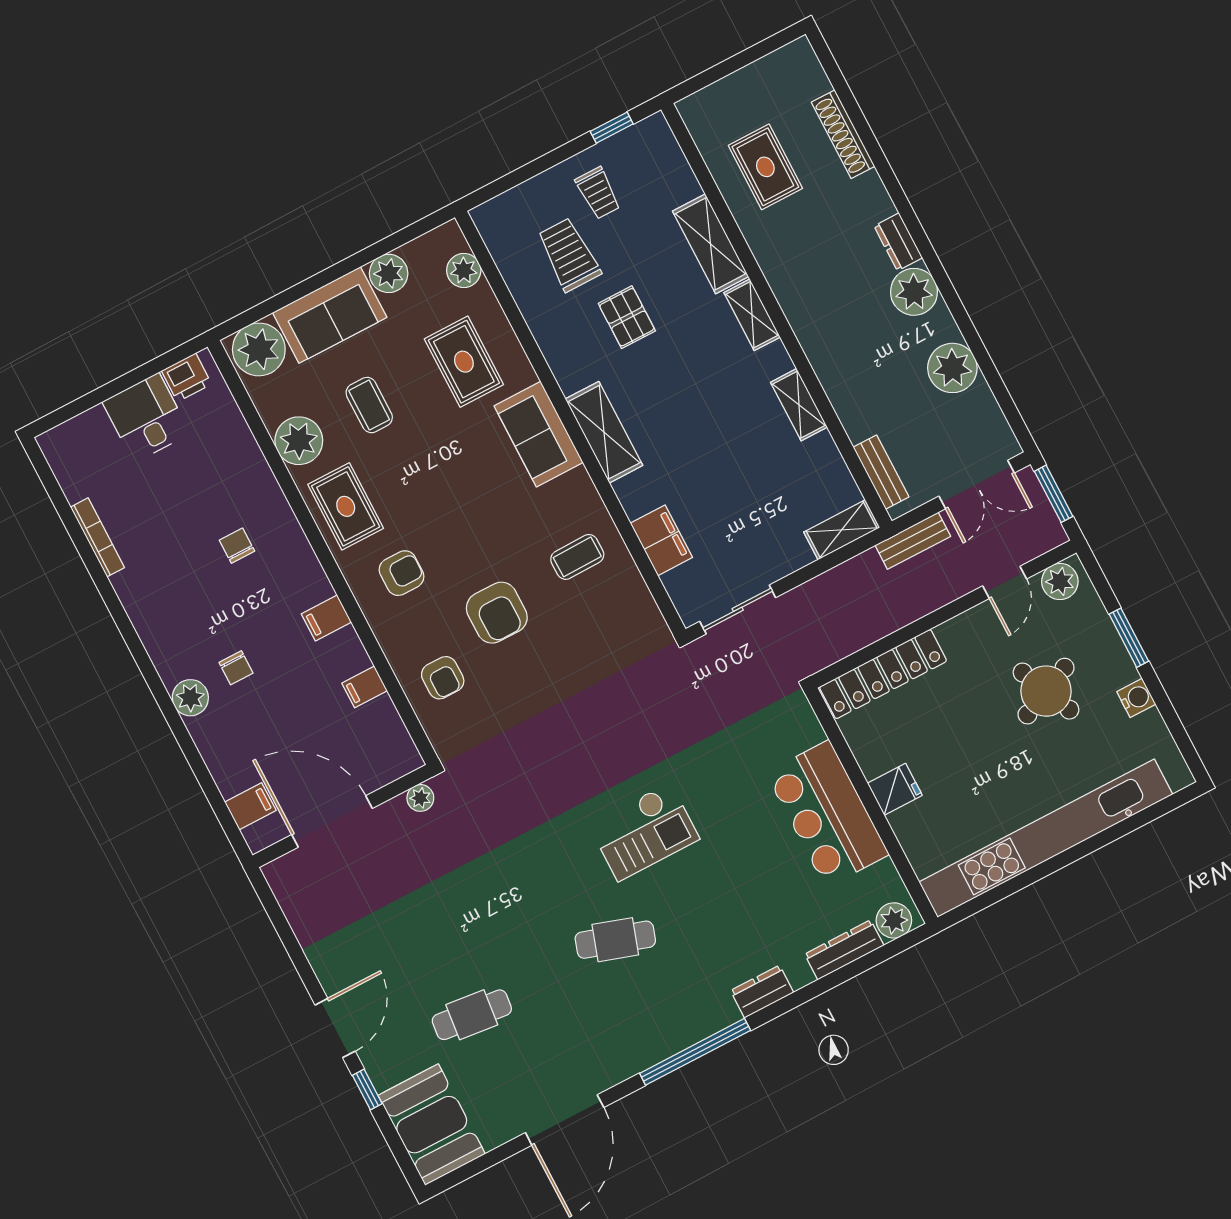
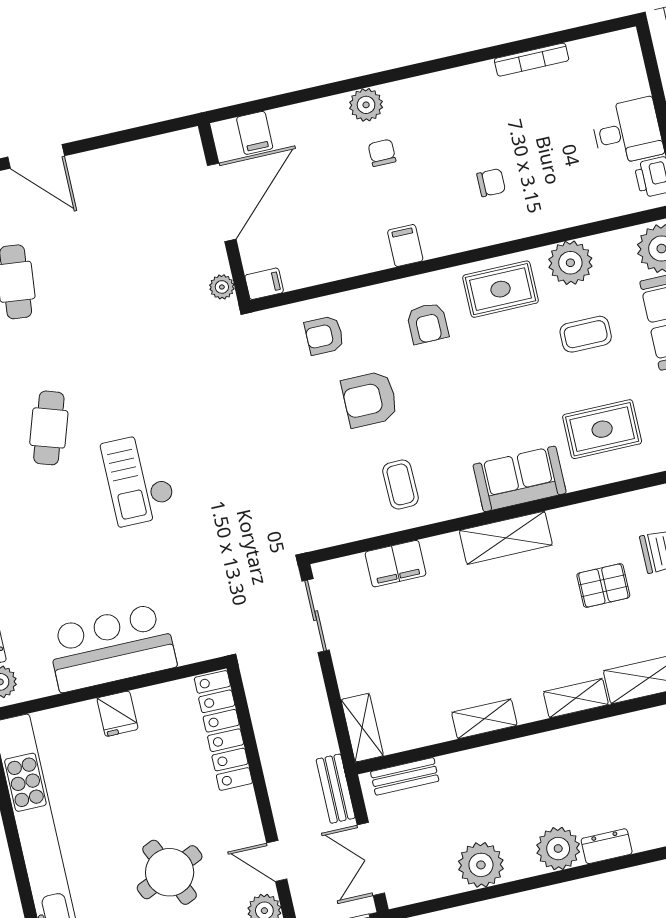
chair: (236, 668) -> (382, 153), turned 90
filing cabinet: (365, 687) -> (264, 284), moved, turned 90

